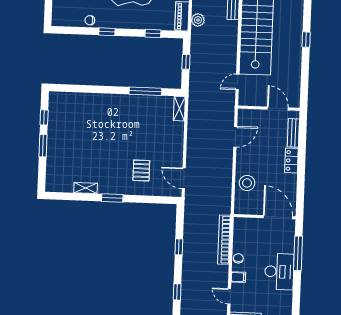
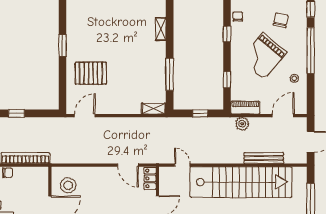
locker: (250, 115) -> (150, 178), added
pallet: (141, 170) -> (91, 73), width x1.50, depth x1.42
stool: (247, 183) -> (68, 185), moved
shelving: (86, 188) -> (161, 29), moved

